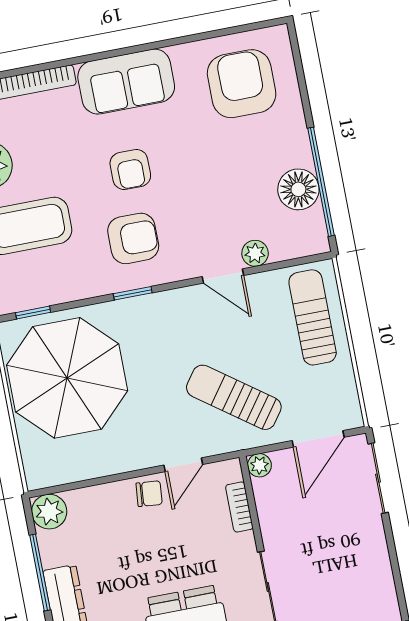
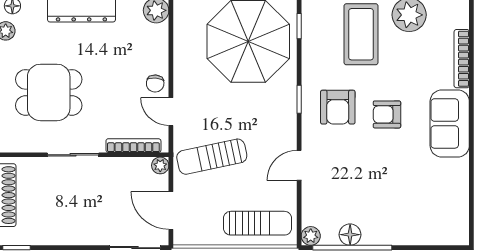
armchair: (242, 84) -> (432, 205), removed
floor lamp: (298, 189) -> (350, 235), width x0.73, depth x0.73
plant: (255, 253) -> (311, 236), moved
sun lounger: (234, 397) -> (212, 157), turned -138
bookcase: (239, 507) -> (133, 146), width x1.56

